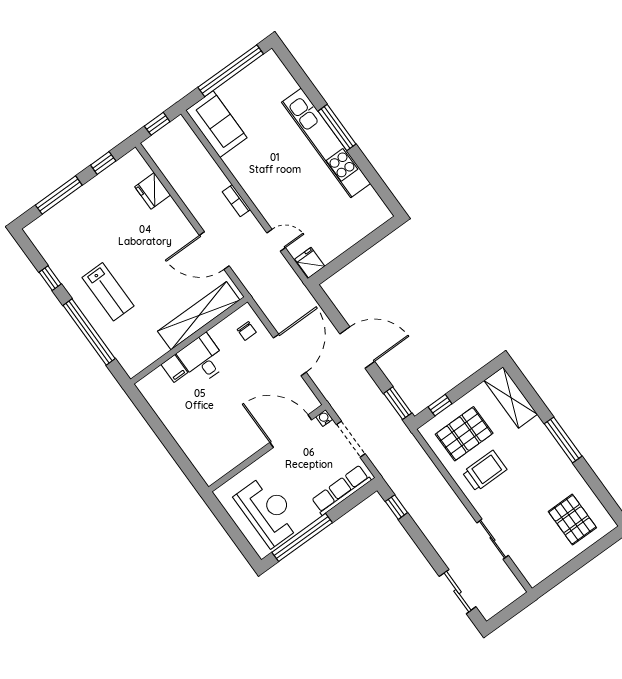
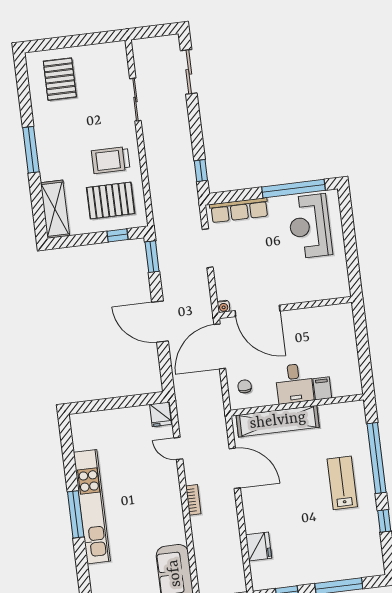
water cooler: (324, 418) -> (224, 306), moved
door: (291, 431) -> (258, 311), moved
wall: (267, 448) -> (285, 307), moved

